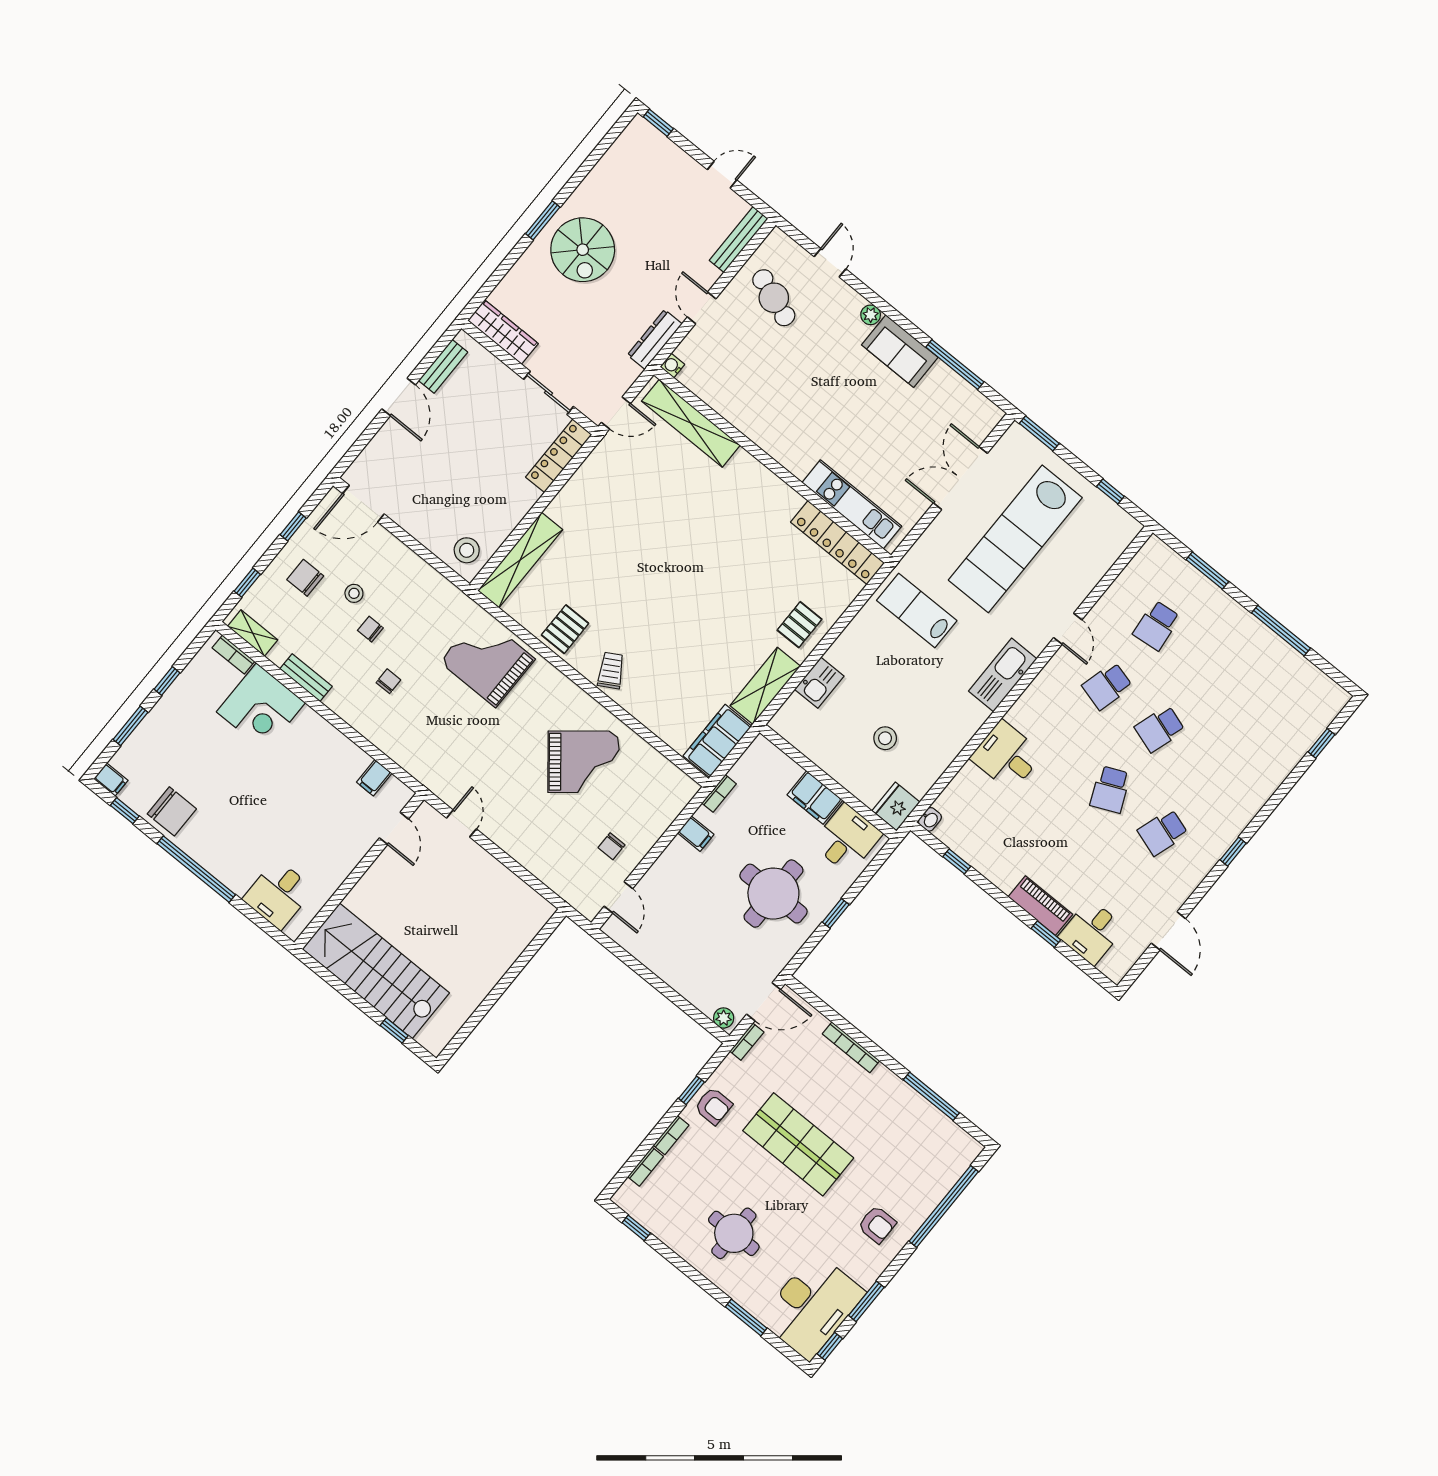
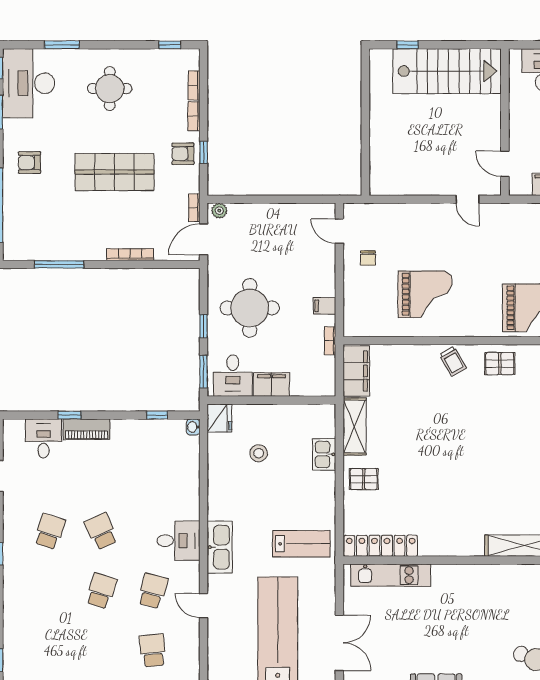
pallet: (799, 625) -> (364, 479), turned 90
pallet: (565, 629) -> (500, 364), turned 90
desk: (1007, 756) -> (178, 541), moved
grand piano: (583, 762) -> (425, 294), turned -141
chair: (612, 846) -> (368, 258), turned 180
window: (873, 867) -> (204, 372), added

